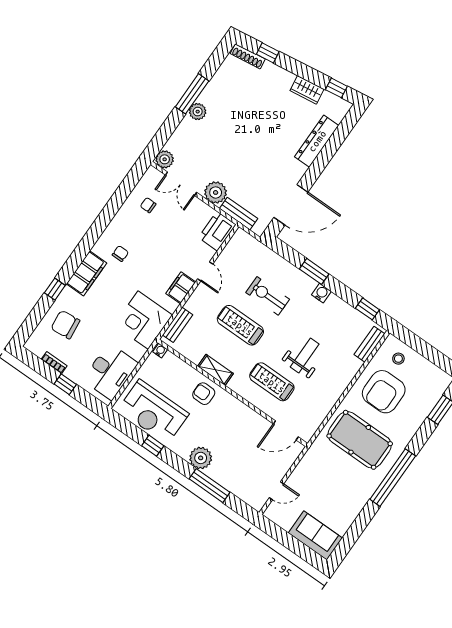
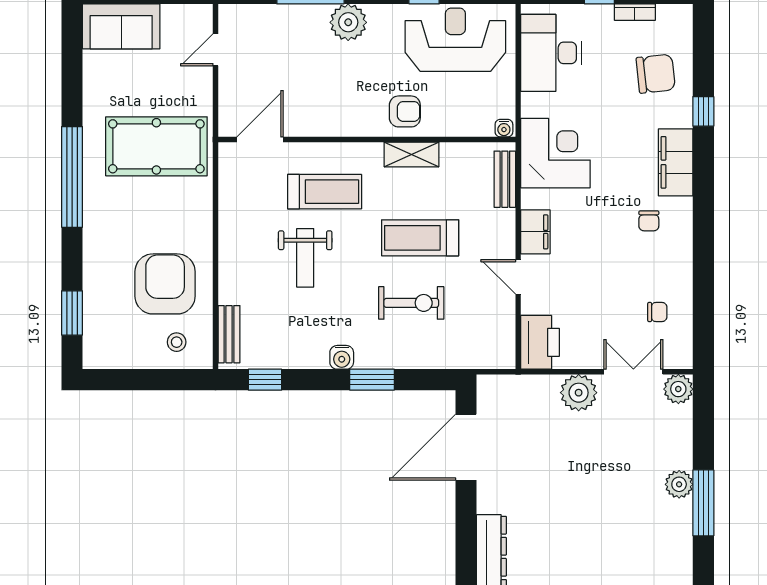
bench: (239, 214) -> (528, 386), removed
treadmill: (240, 325) -> (420, 238), turned 180
pool table: (360, 440) -> (156, 146), moved

